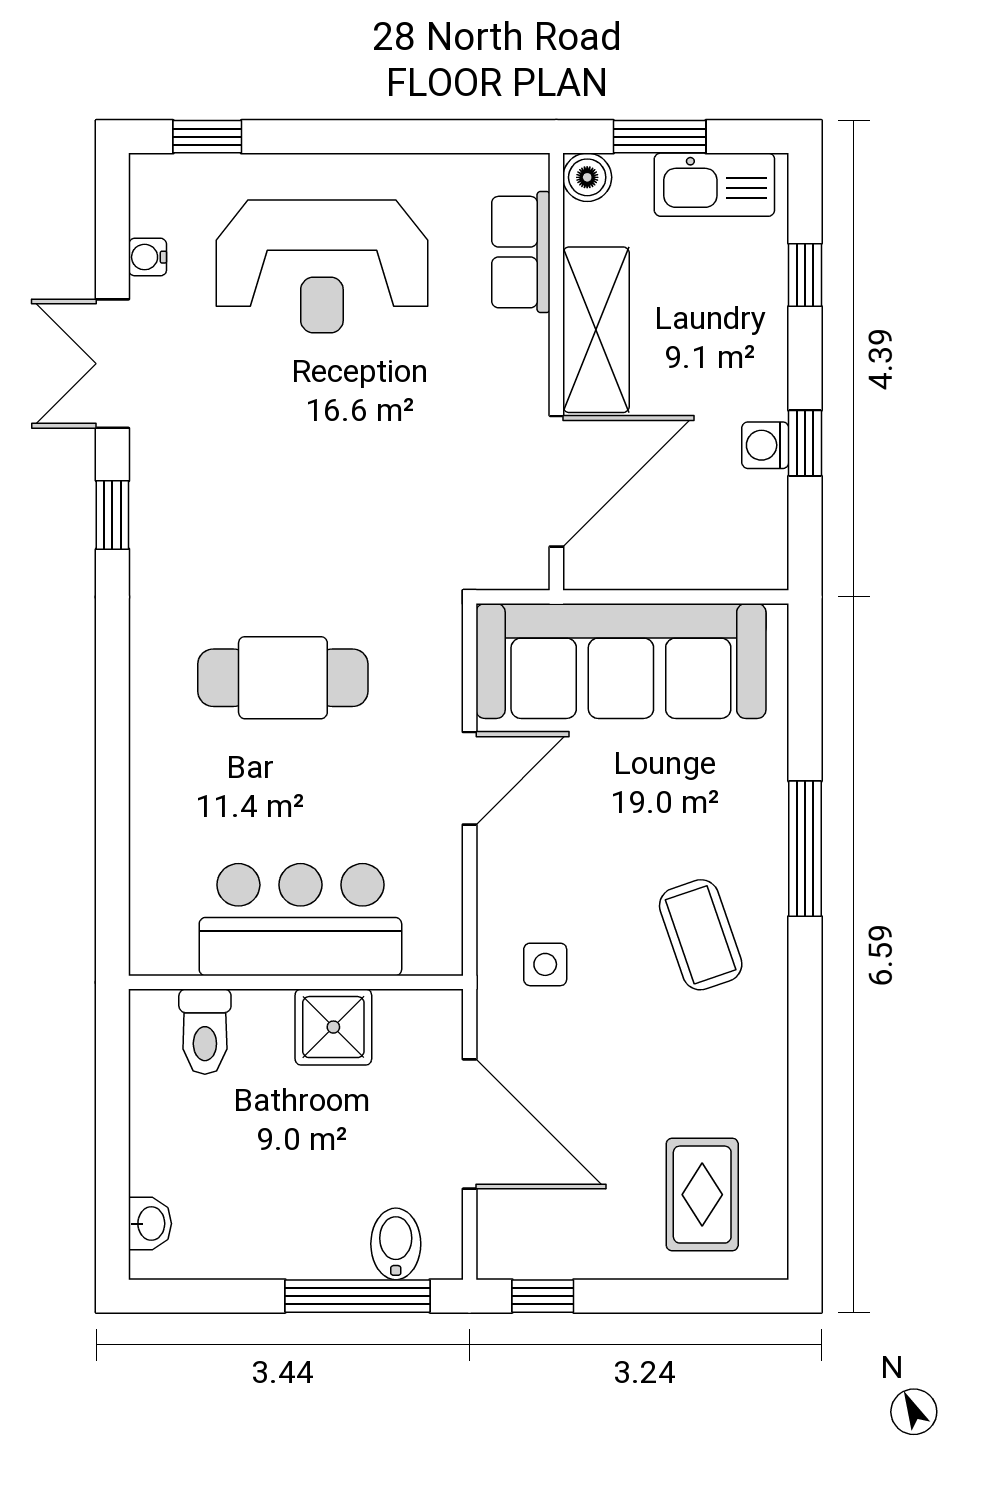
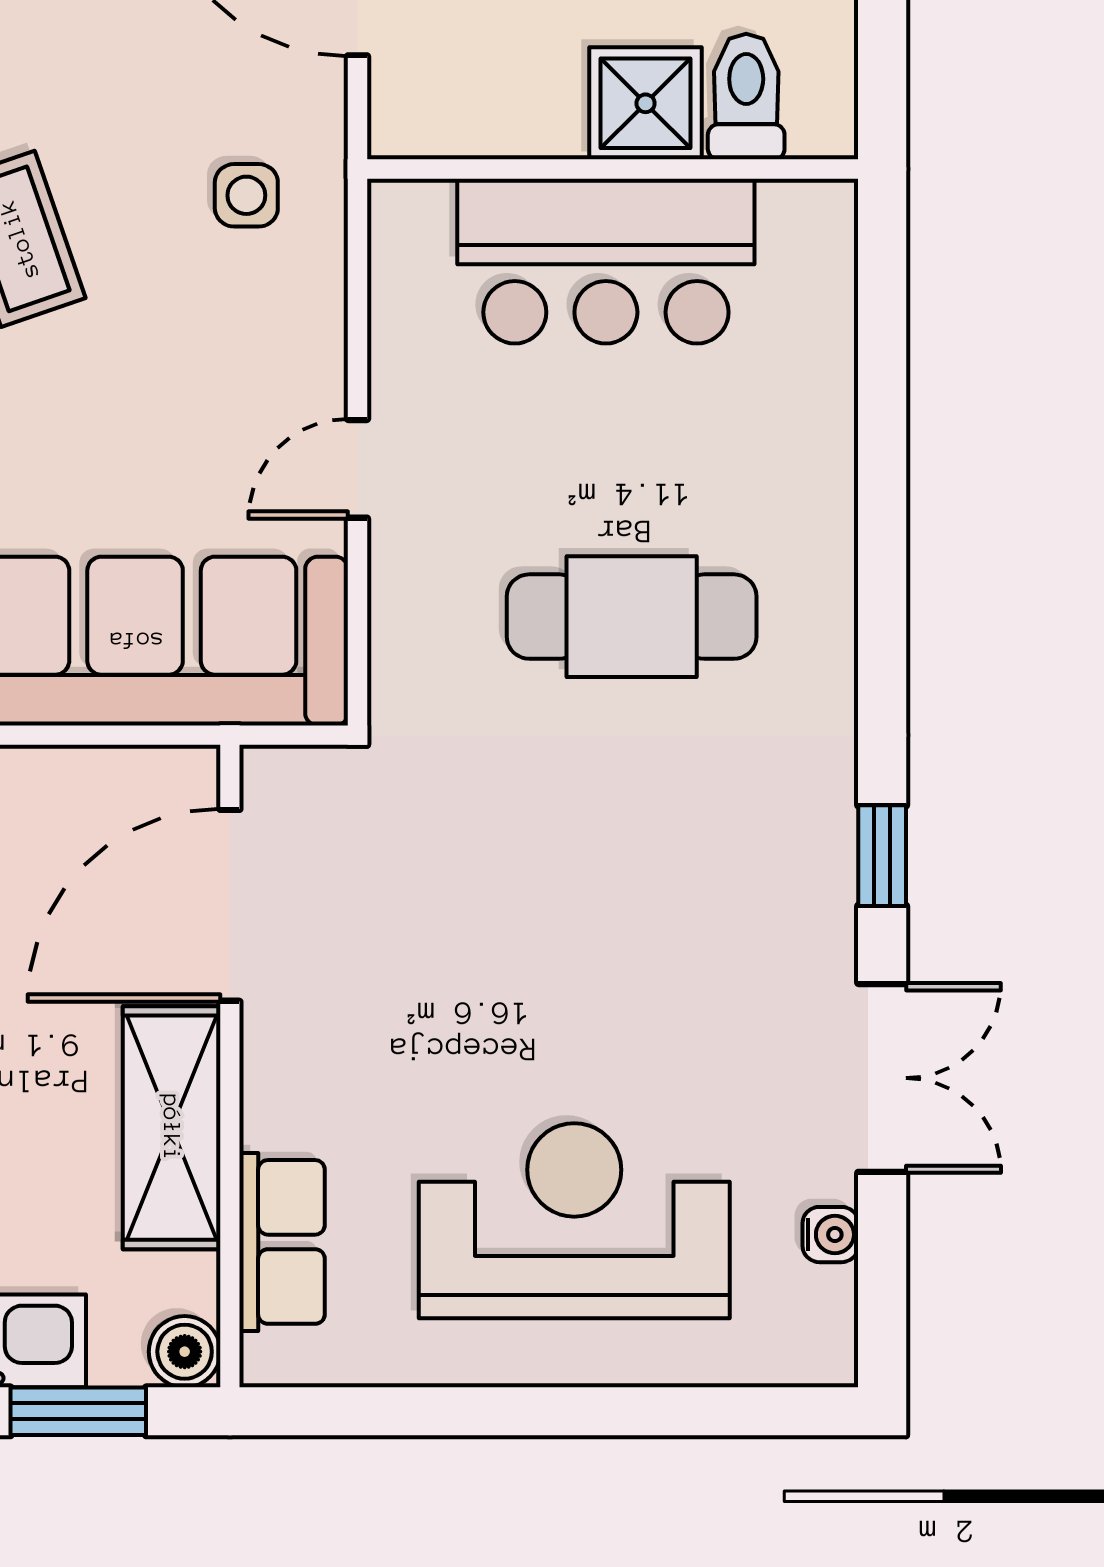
window: (207, 137) -> (743, 1411), removed
door: (470, 778) -> (357, 469), width x0.73
shower: (333, 1027) -> (646, 103), moved

